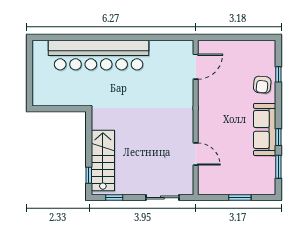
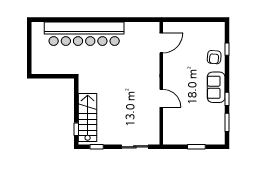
sofa: (265, 129) -> (216, 87), width x0.73
door: (196, 154) -> (161, 98), moved

